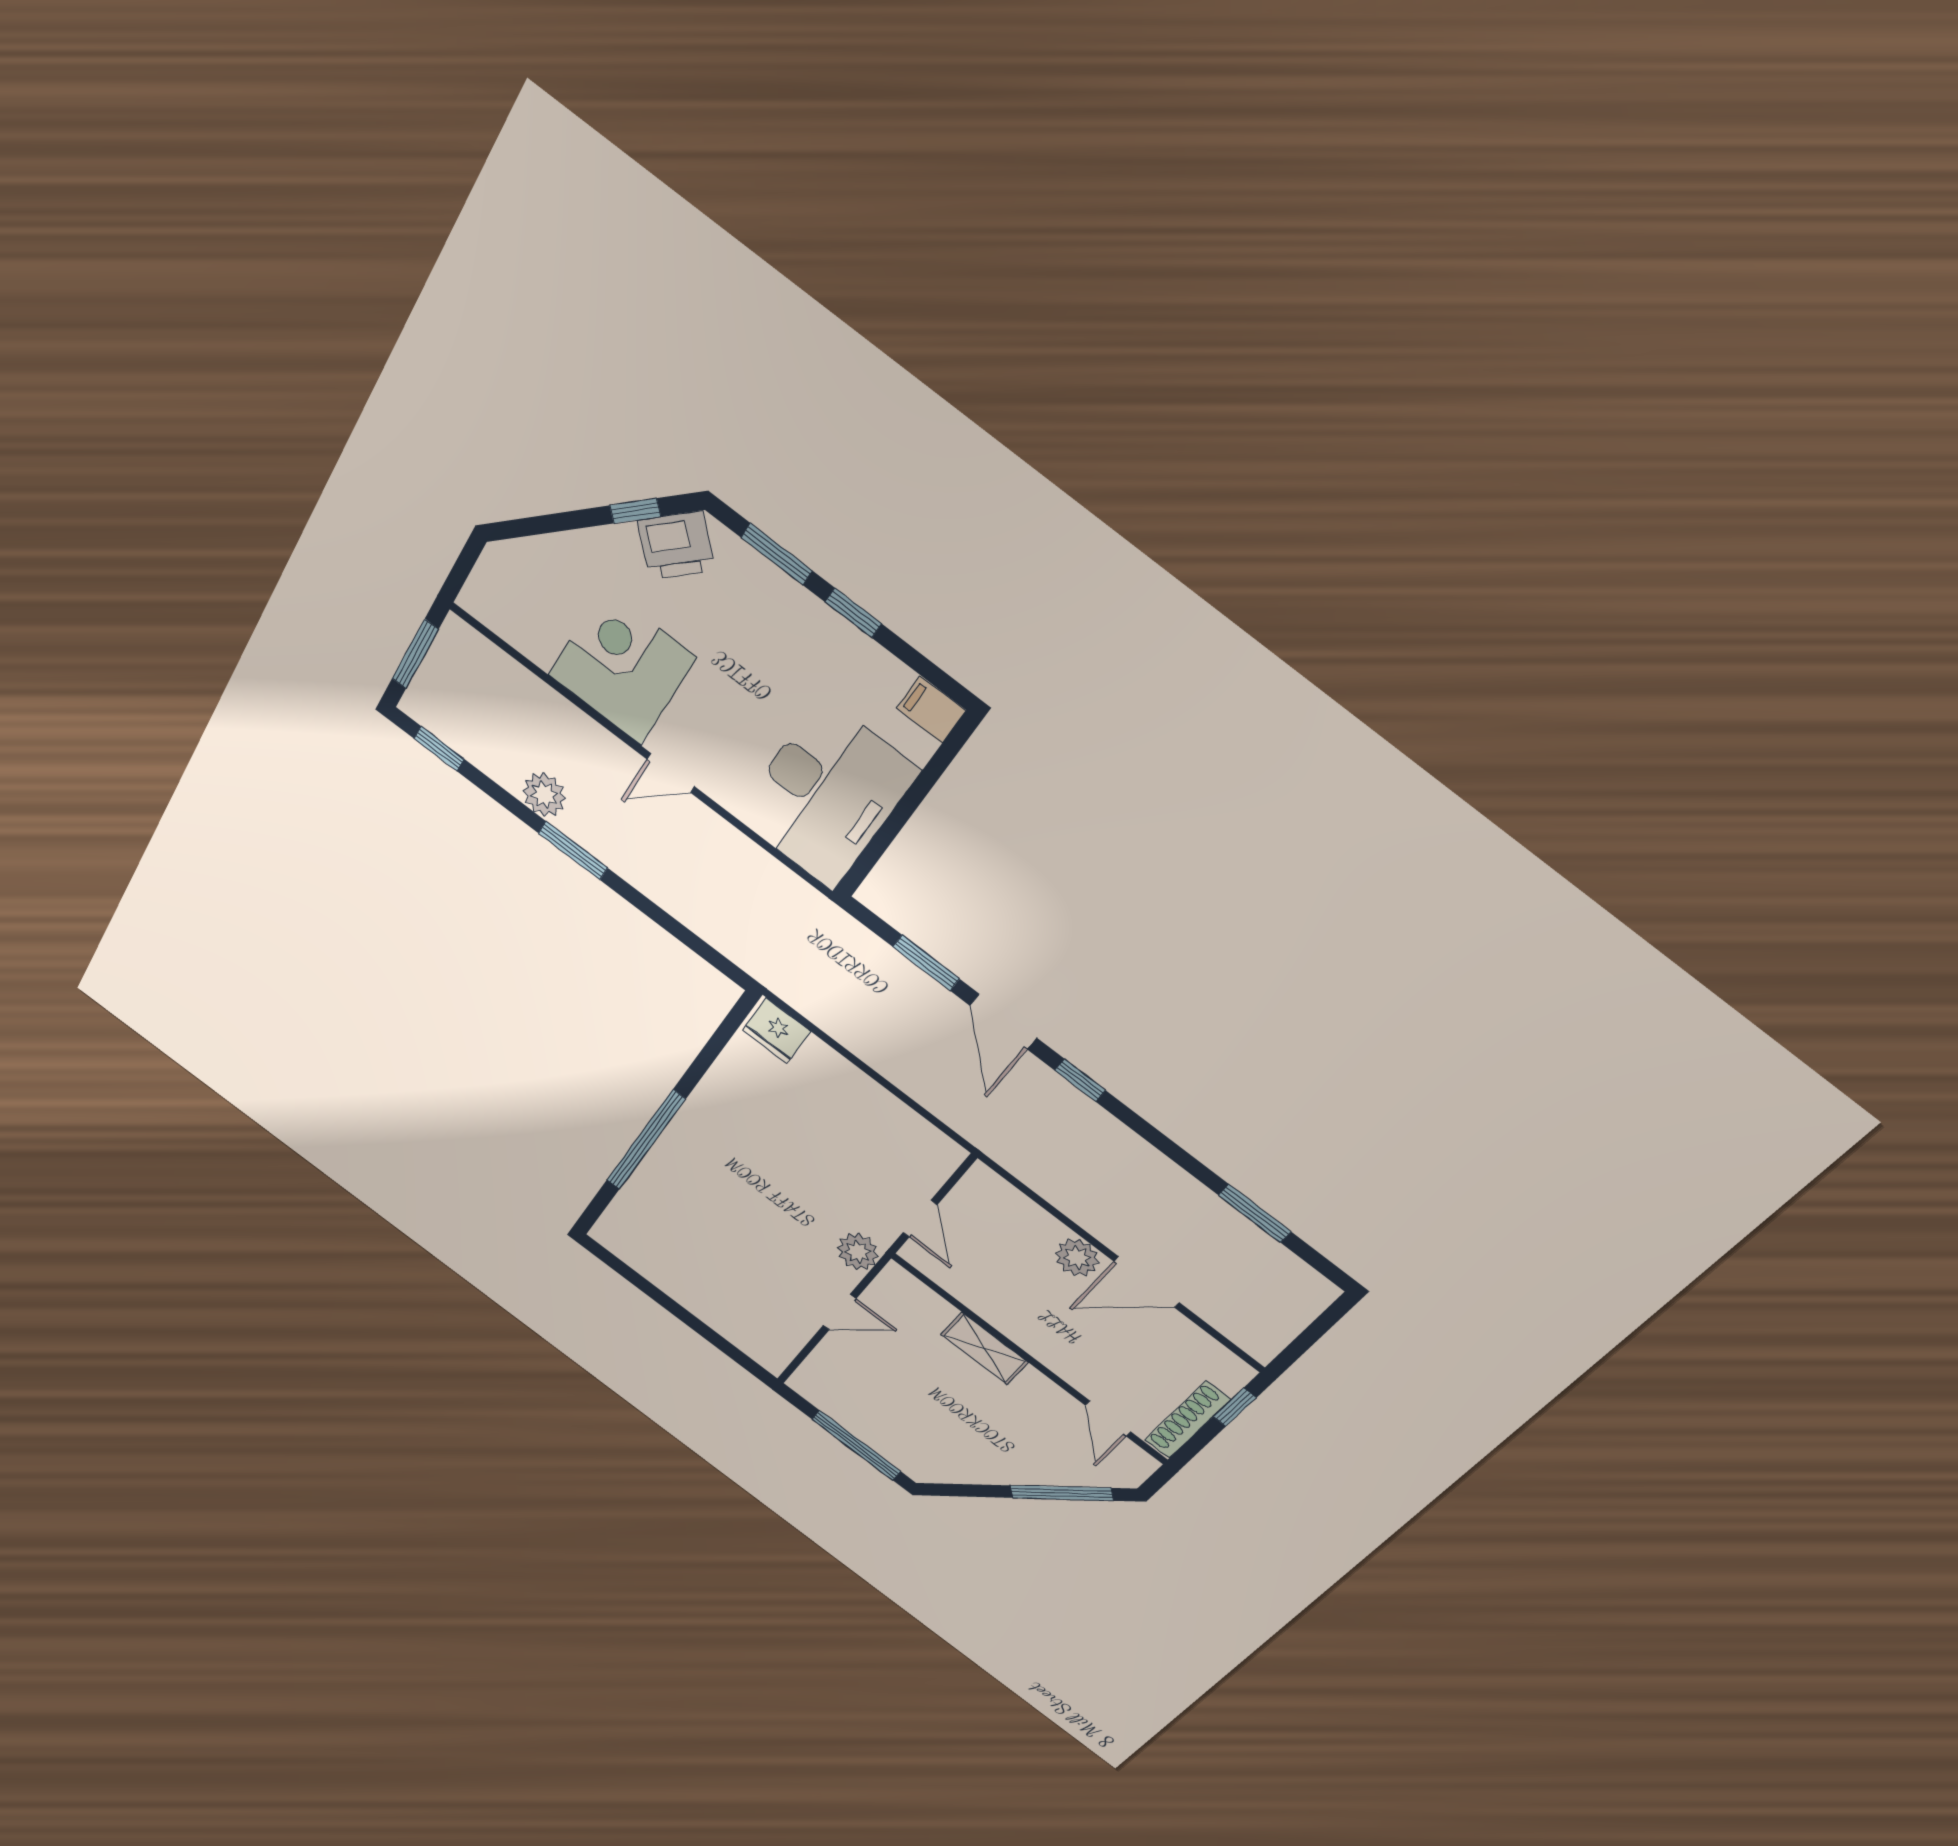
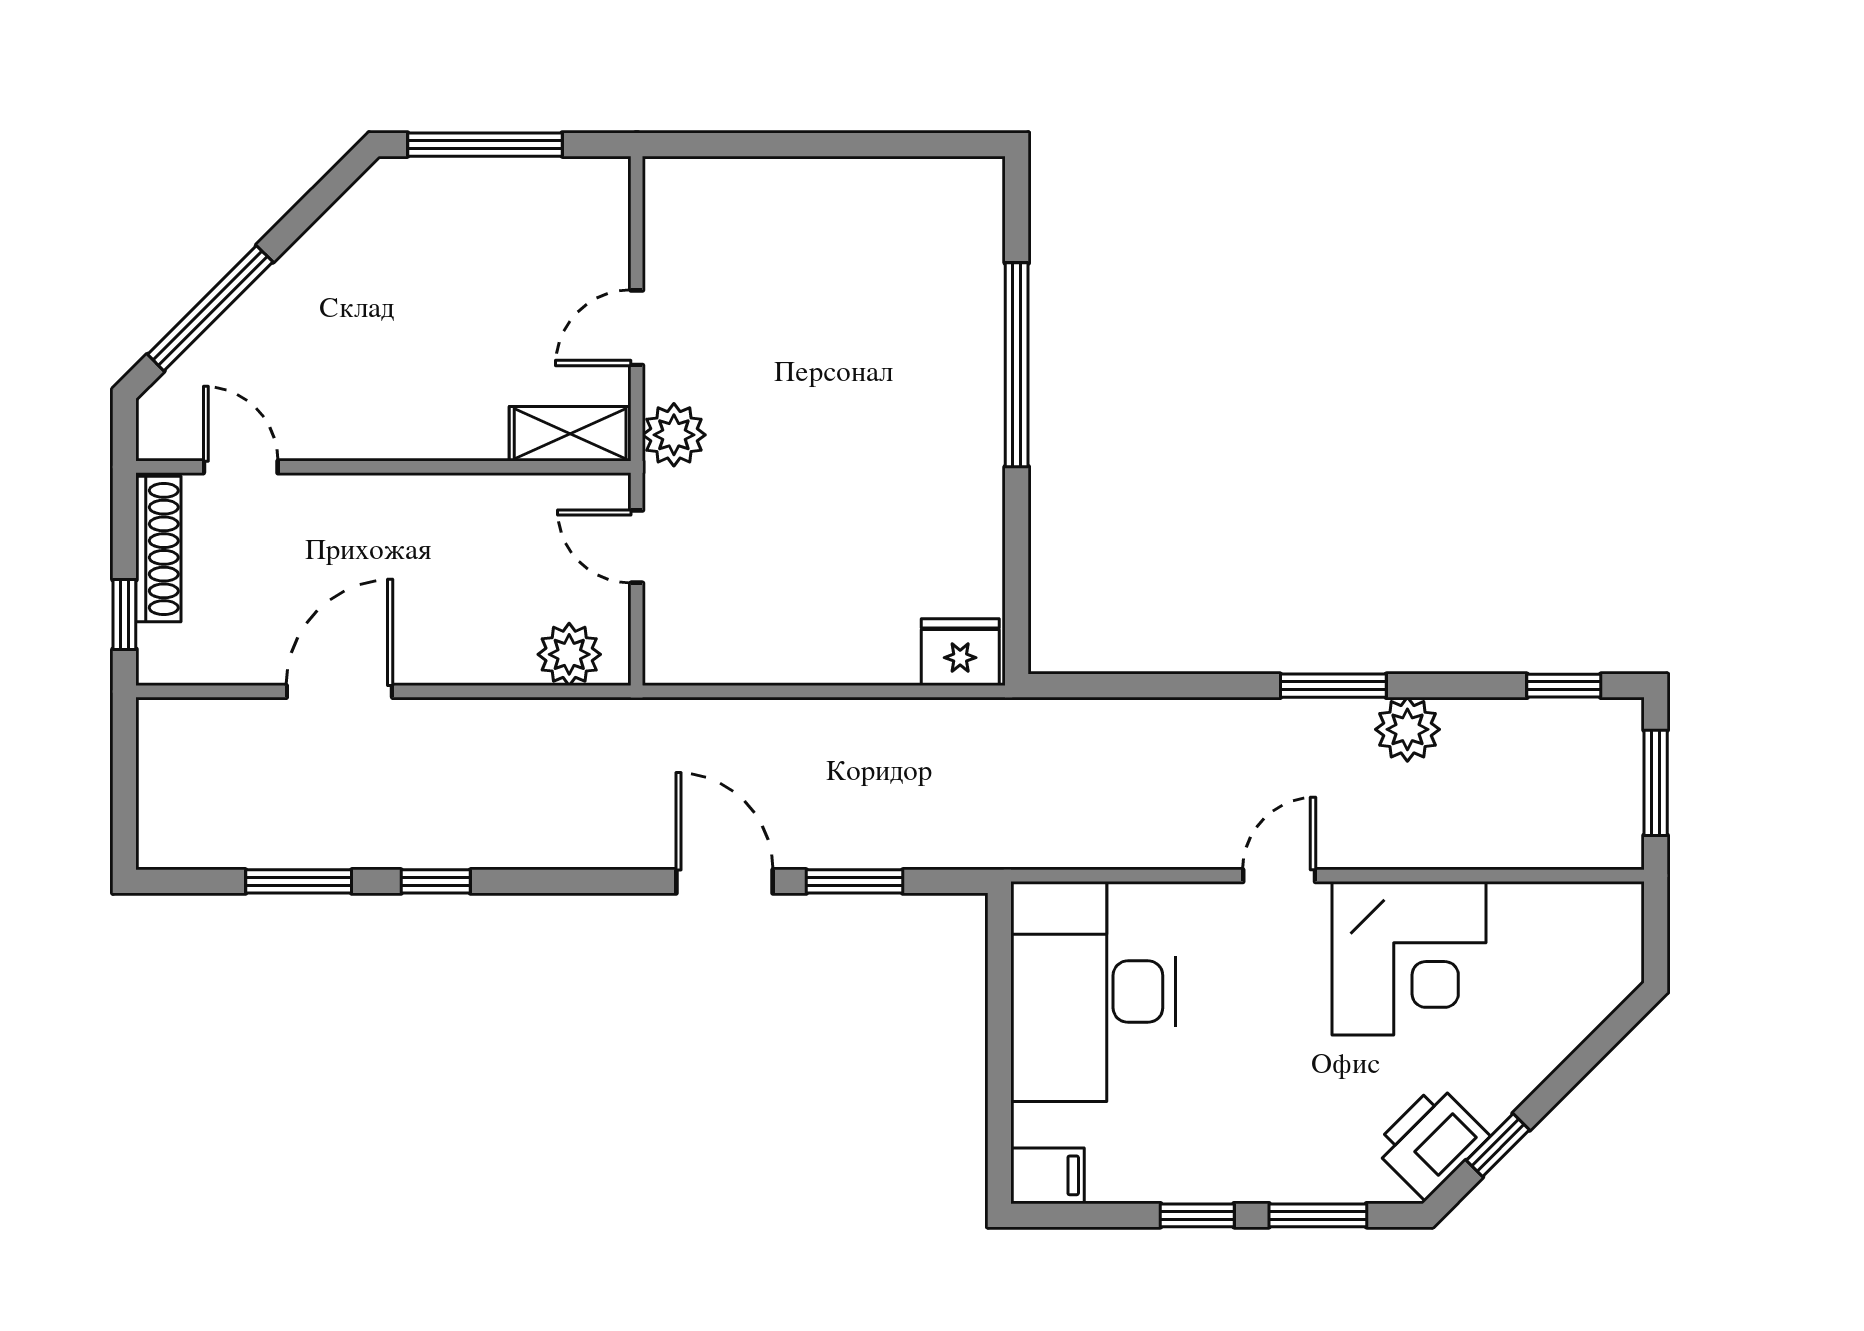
window: (1080, 1080) -> (436, 881), moved
plant: (1077, 1258) -> (569, 654), moved
shelving: (985, 1348) -> (570, 434), moved

